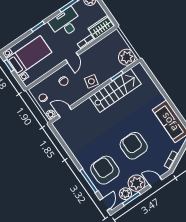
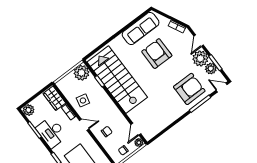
side table: (91, 81) -> (83, 100), moved
stairs: (115, 91) -> (117, 80), width x1.36, depth x1.51
armchair: (134, 146) -> (157, 54), moved, turned 90
armchair: (105, 170) -> (189, 89), turned 180

